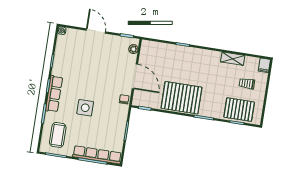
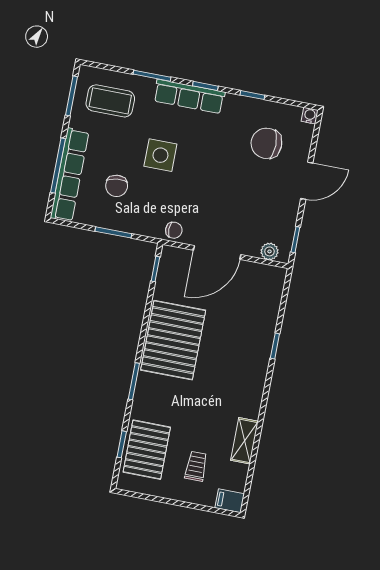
chair: (77, 53) -> (266, 143), added
chair: (102, 130) -> (117, 186), added

